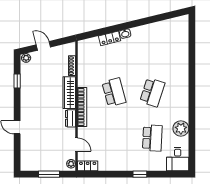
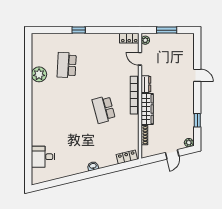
locker: (110, 38) -> (127, 157), moved
door: (43, 46) -> (172, 154), hinge flipped
school desk: (152, 92) -> (67, 109), removed
desk: (178, 159) -> (43, 157), moved, turned -90

